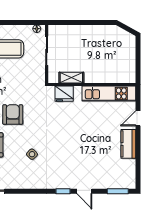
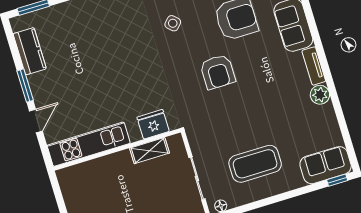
window: (138, 143) -> (25, 86), added
kitchen counter: (128, 144) -> (30, 51), moved

